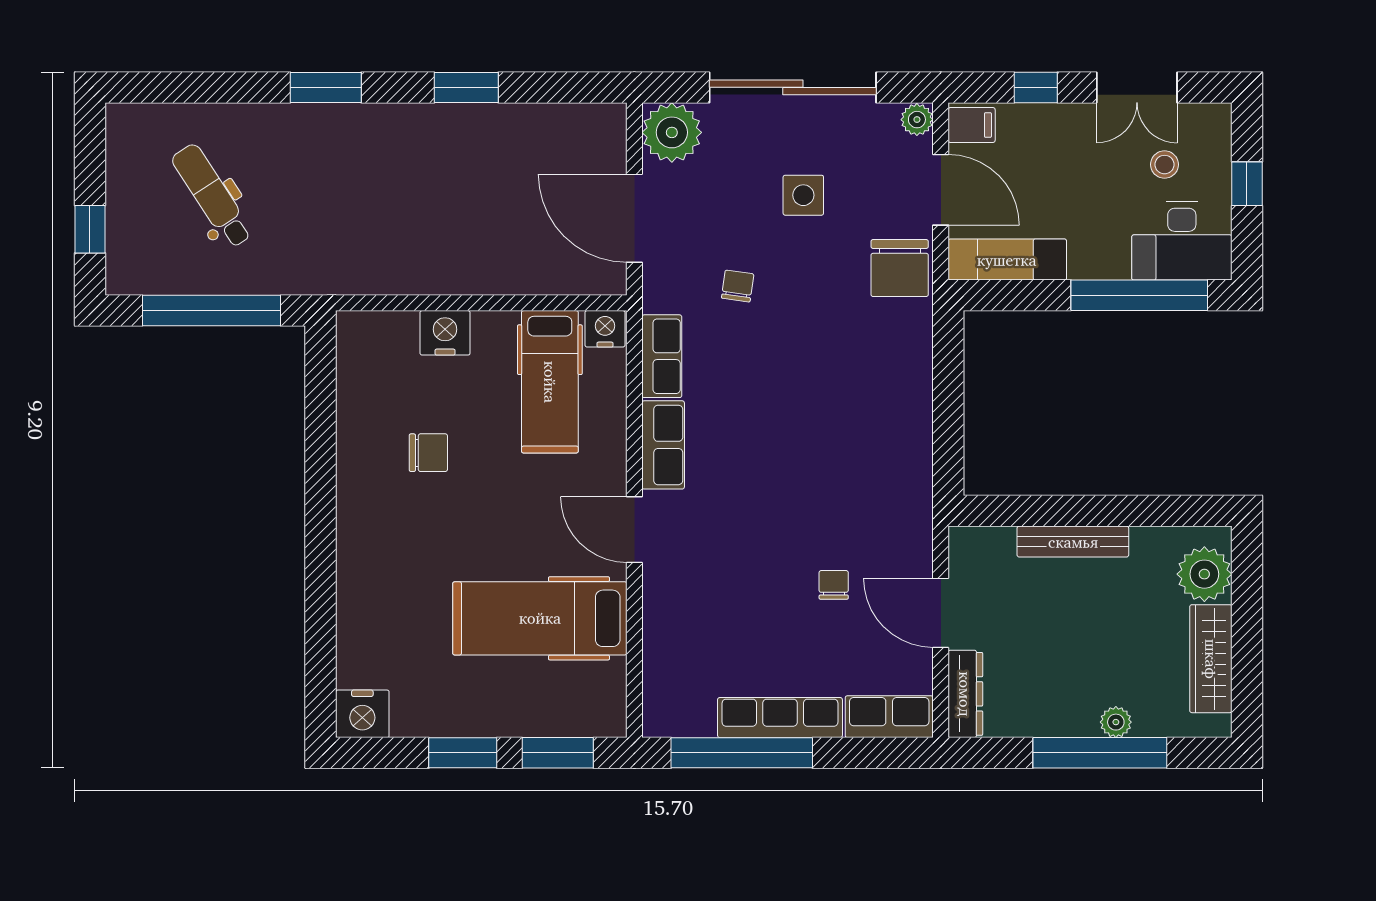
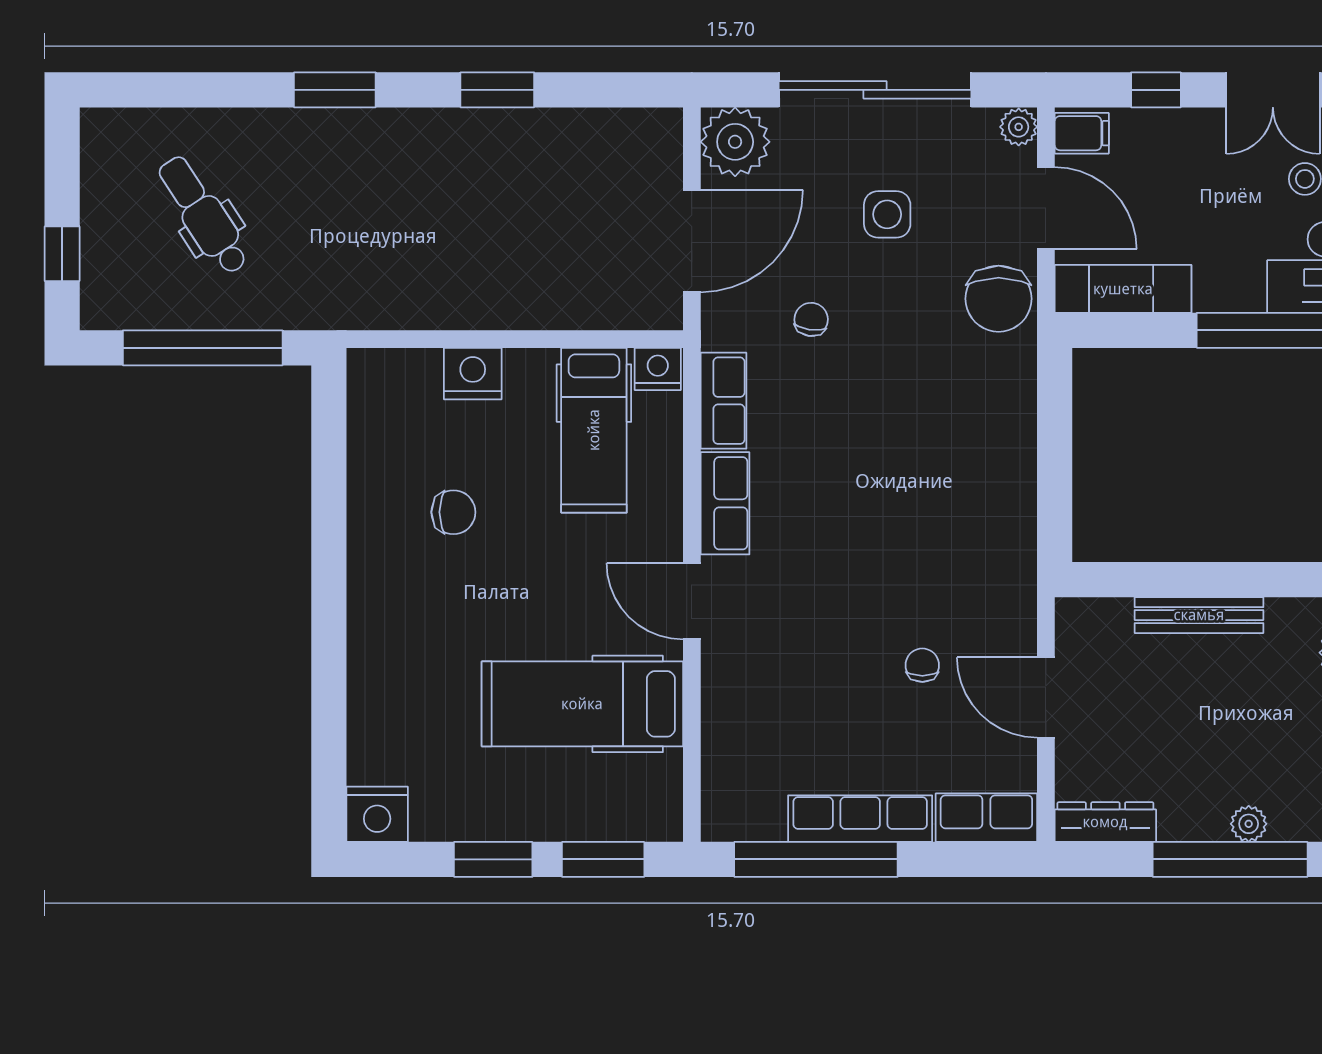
door: (634, 218) -> (692, 241), swing flipped
dresser: (965, 694) -> (1105, 822), moved, turned -90

